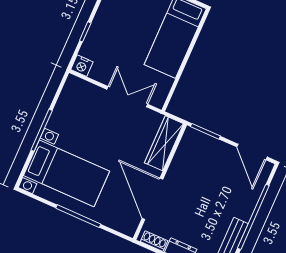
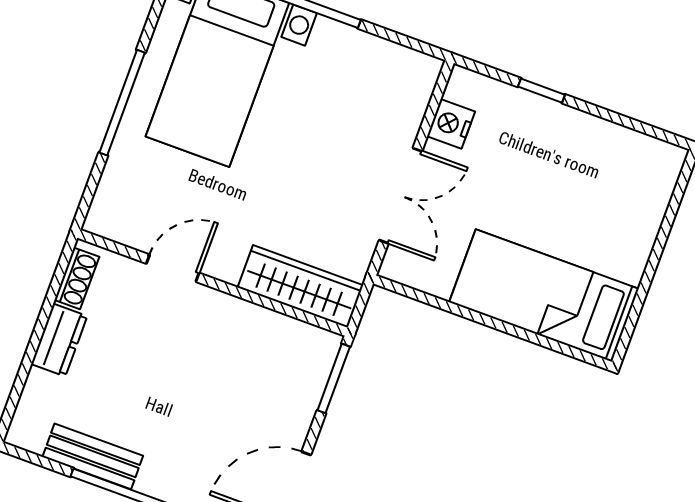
nightstand: (82, 66) -> (451, 124), moved
door: (152, 199) -> (173, 268), width x0.53

